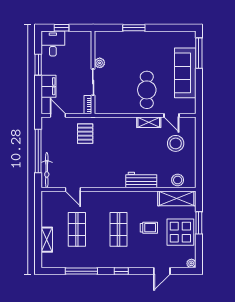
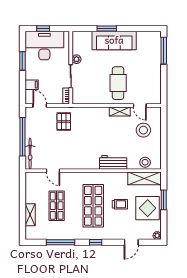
desk: (53, 43) -> (44, 46), width x1.87, depth x1.30
sofa: (185, 73) -> (114, 40), moved, turned -90
filing cabinet: (49, 86) -> (32, 85), width x0.50
shop shelf: (119, 229) -> (93, 206), width x1.43, depth x1.36

